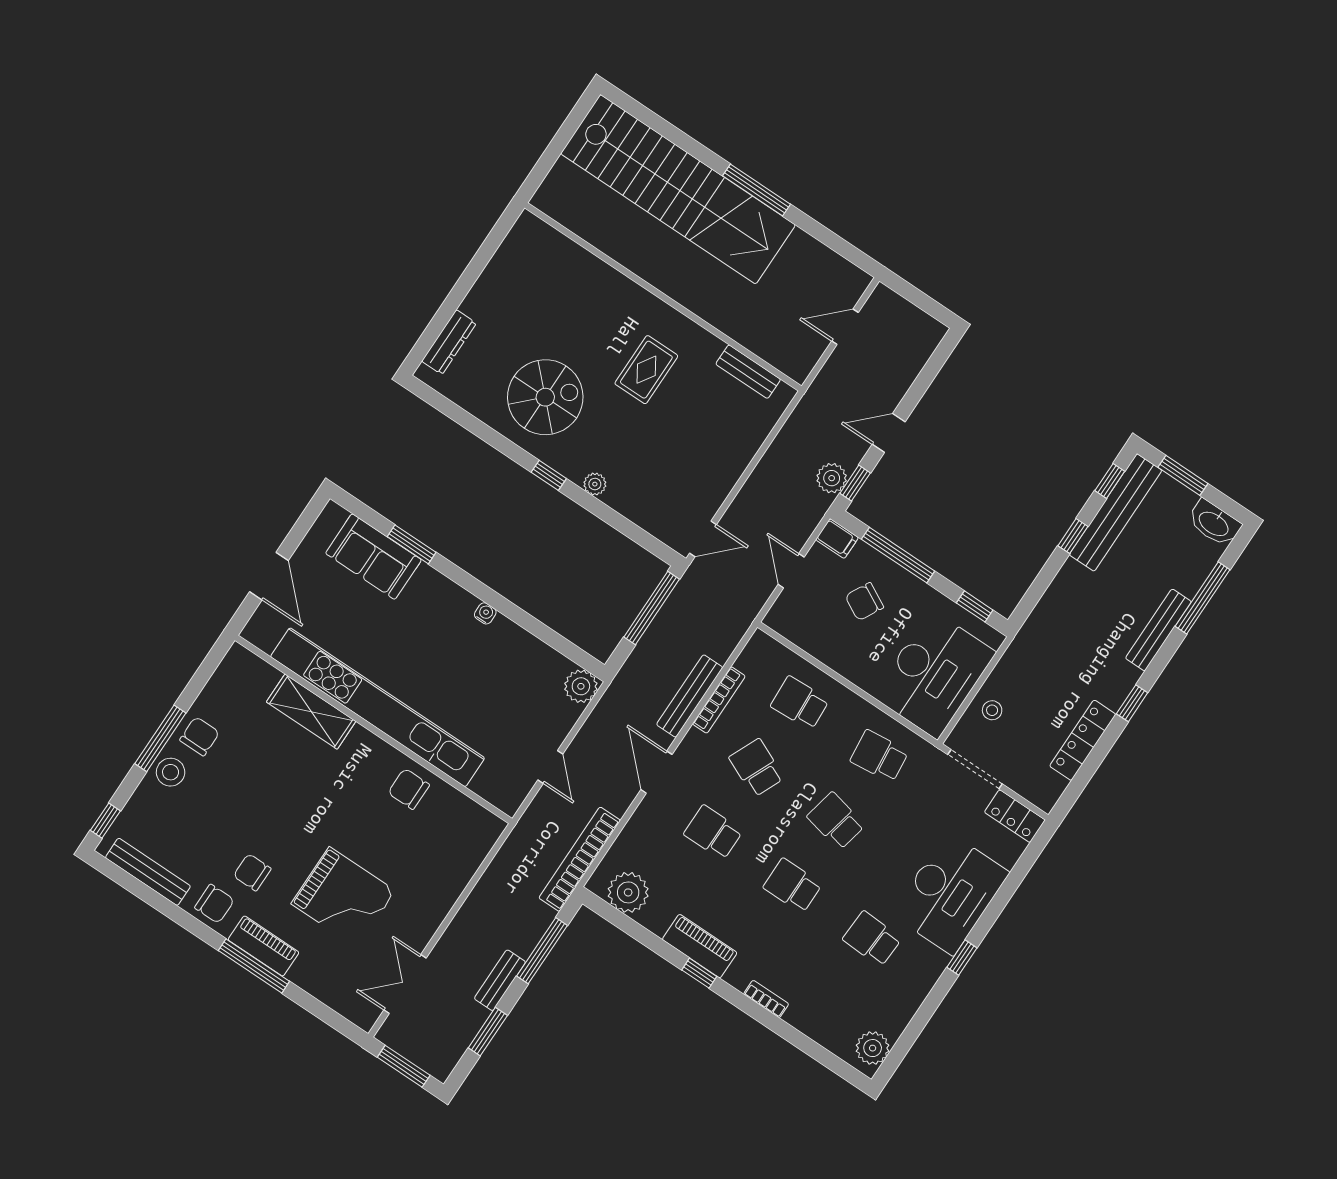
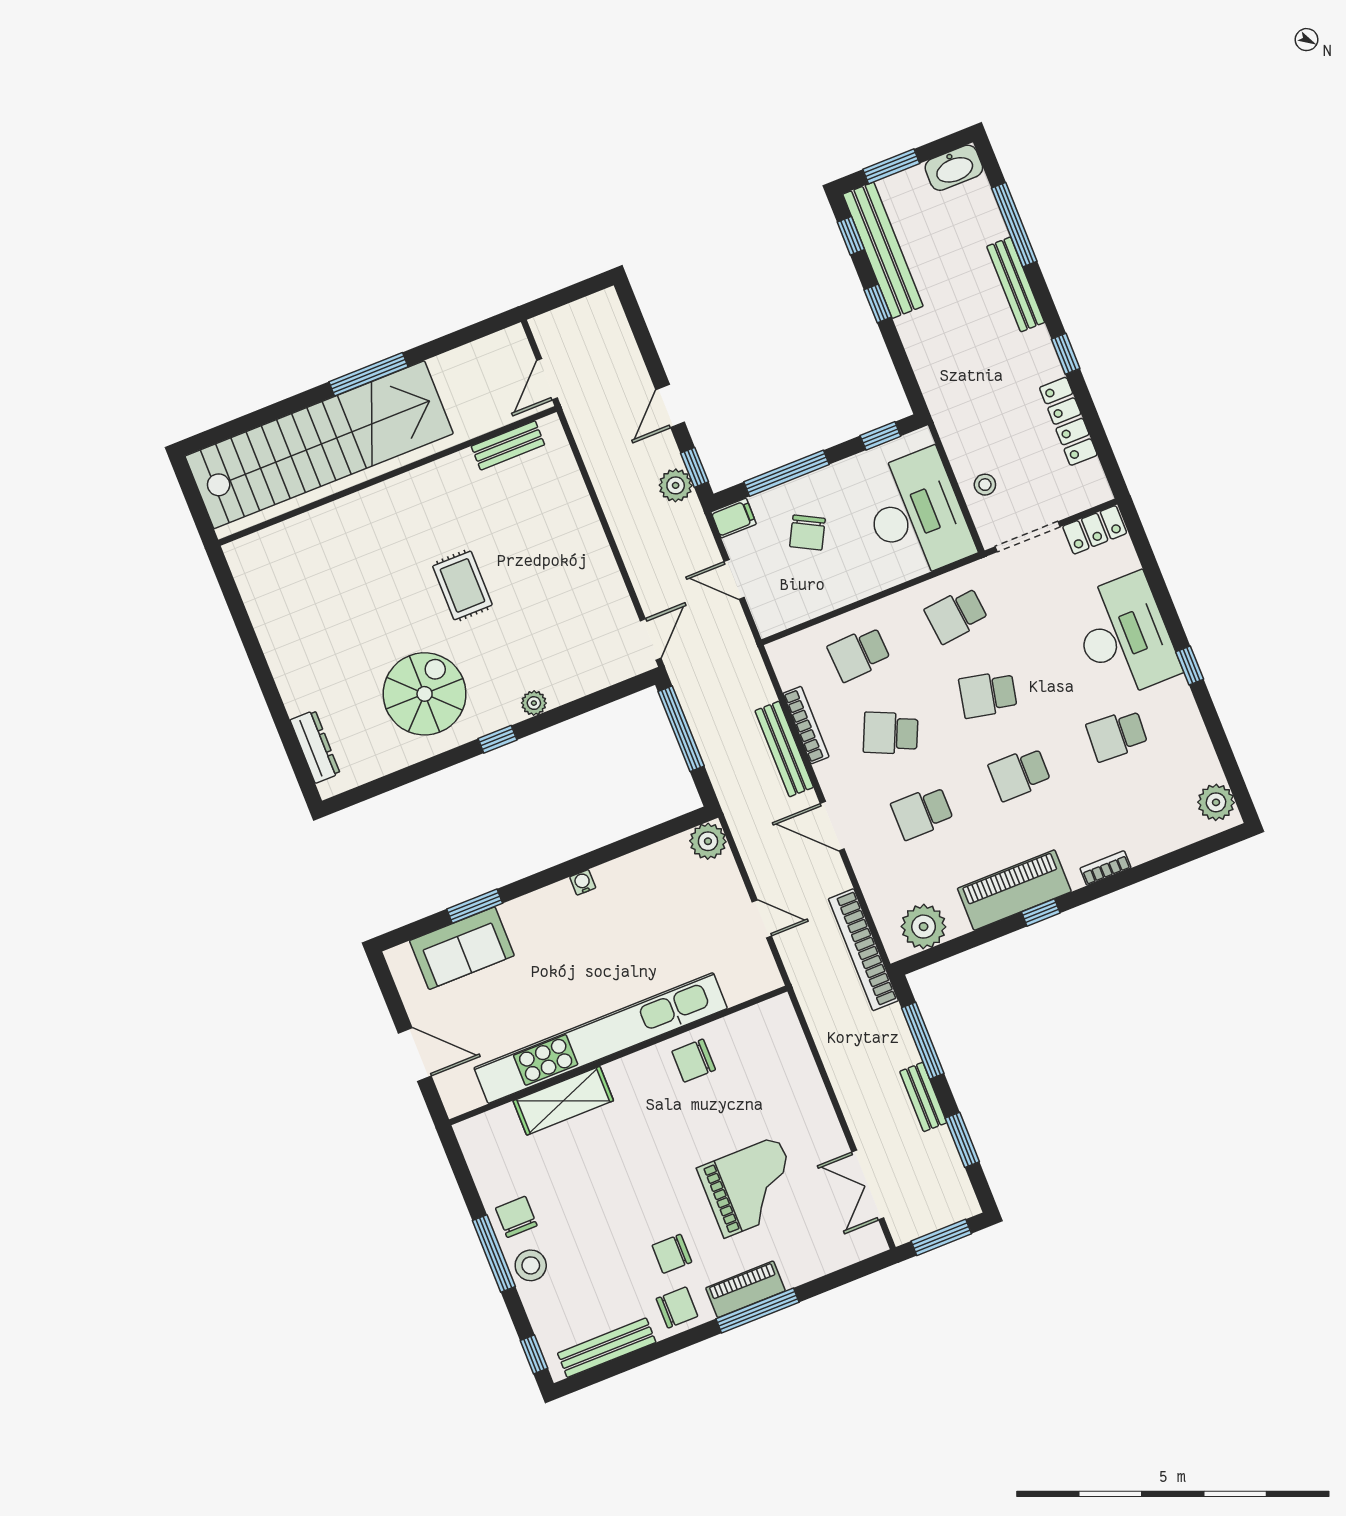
wall: (663, 297) -> (387, 476), moved
bench: (748, 372) -> (508, 445), moved
piano: (700, 946) -> (1014, 890), width x1.37, depth x1.33

